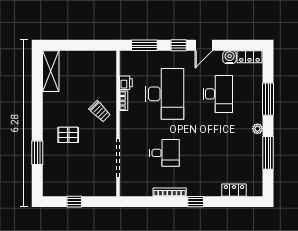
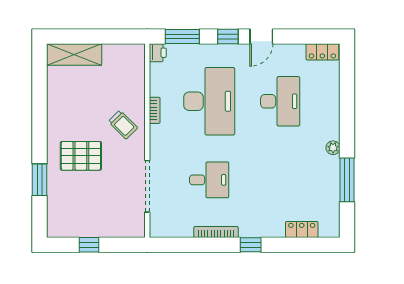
water cooler: (230, 57) -> (296, 52), removed
shelving: (51, 71) -> (74, 54), moved, turned 90
printer: (126, 83) -> (158, 53), moved
window: (268, 99) -> (347, 108), removed
pallet: (68, 135) -> (81, 156), width x1.50, depth x1.42

